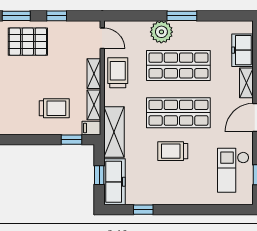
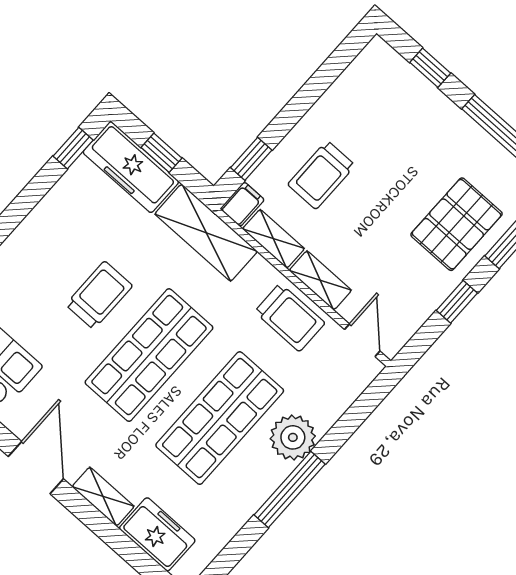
window: (182, 16) -> (290, 489), width x1.44
door: (102, 38) -> (362, 340), swing flipped
window: (143, 210) -> (73, 148), moved

